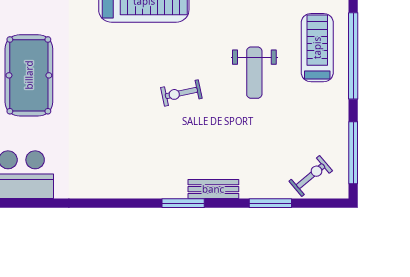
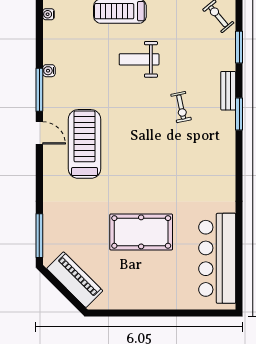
weight bench: (254, 73) -> (139, 59), turned 180
exercise bike: (181, 93) -> (181, 107), moved

